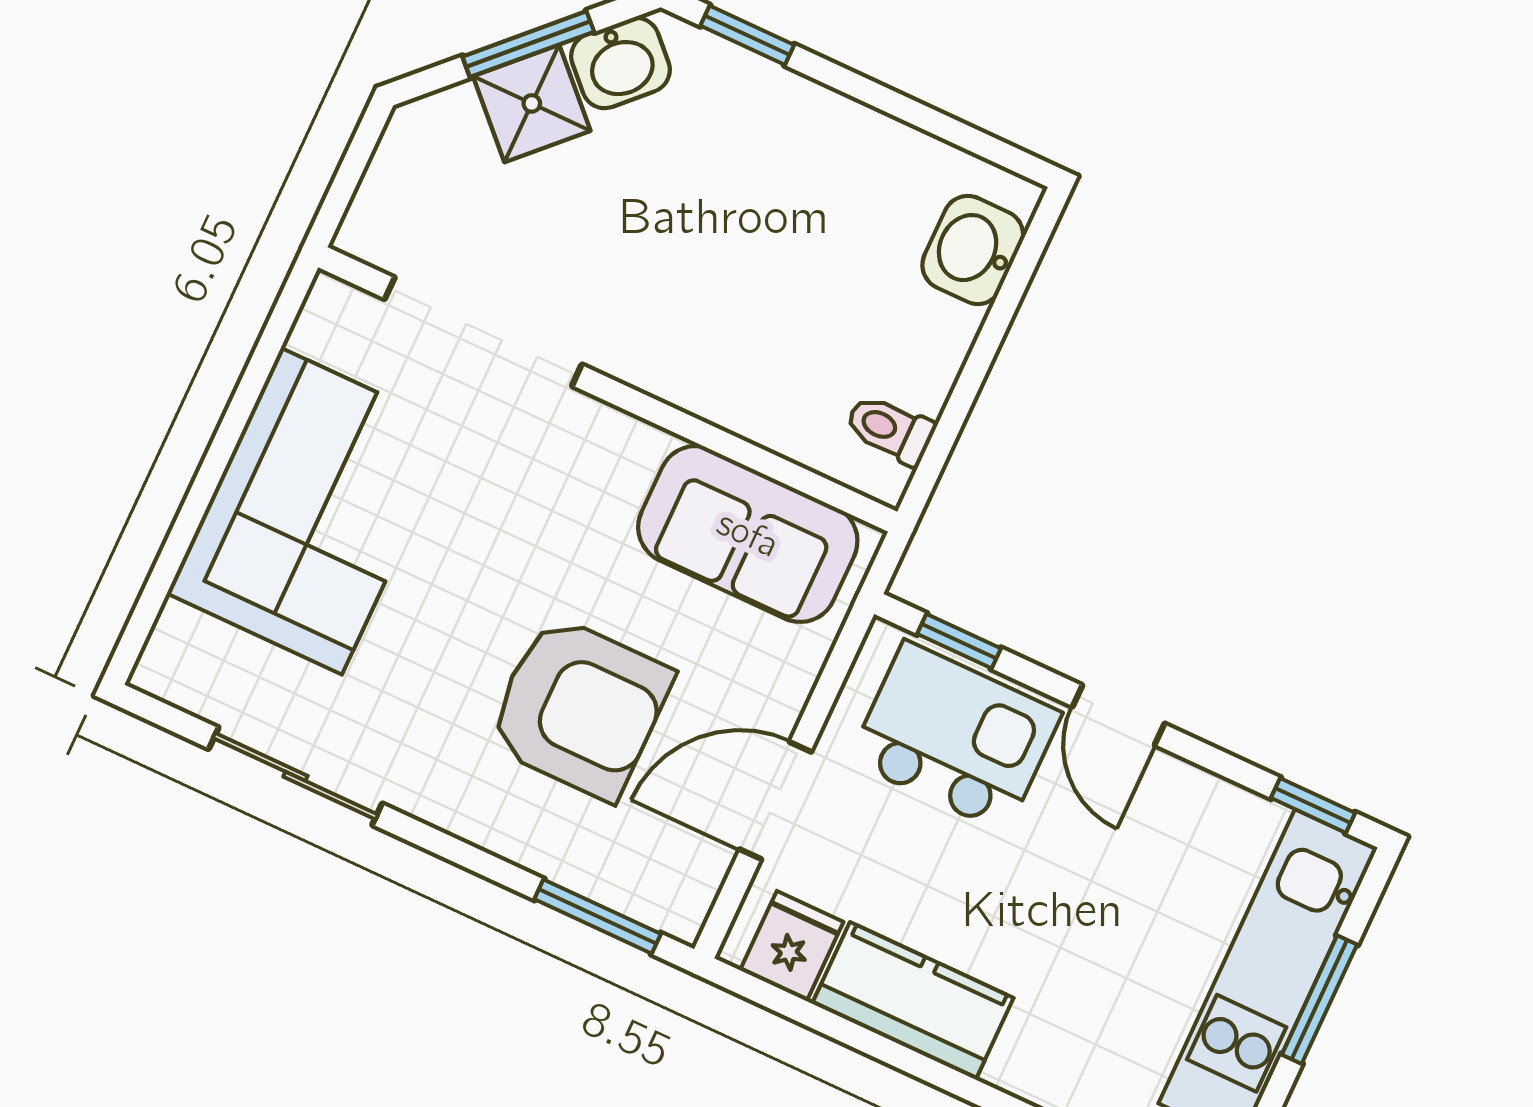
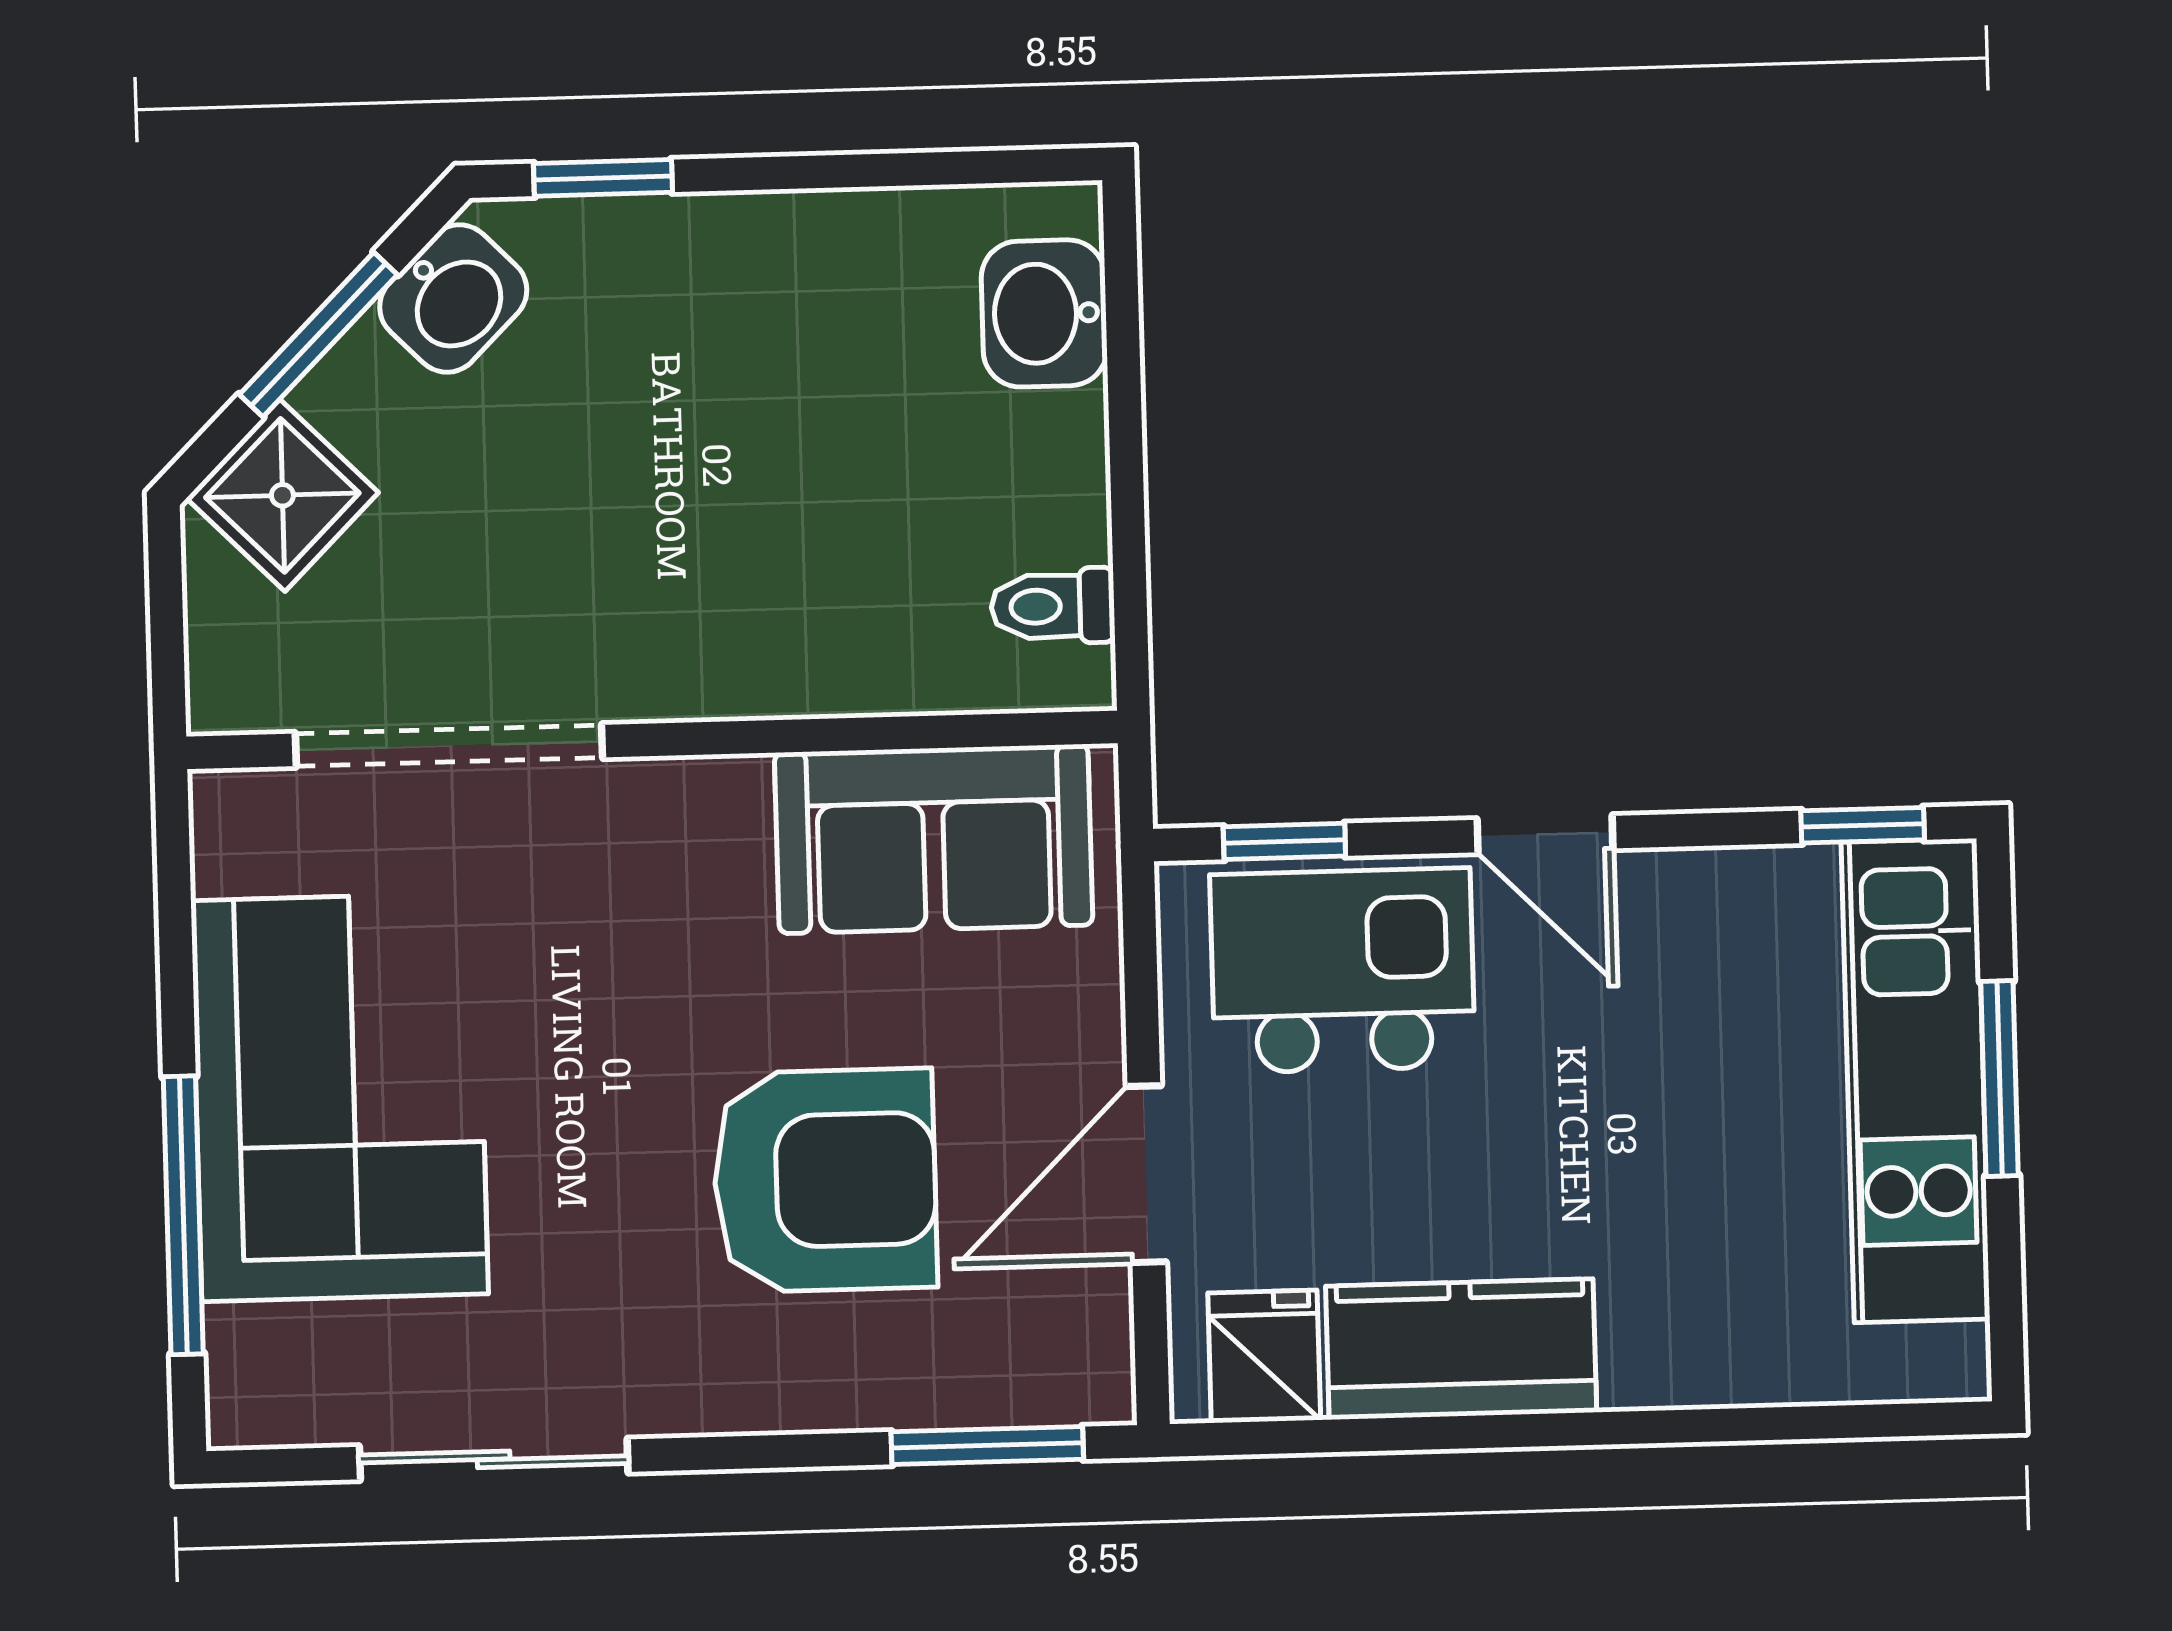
shower: (532, 103) -> (282, 495), moved
window: (181, 535) -> (183, 1215), added

